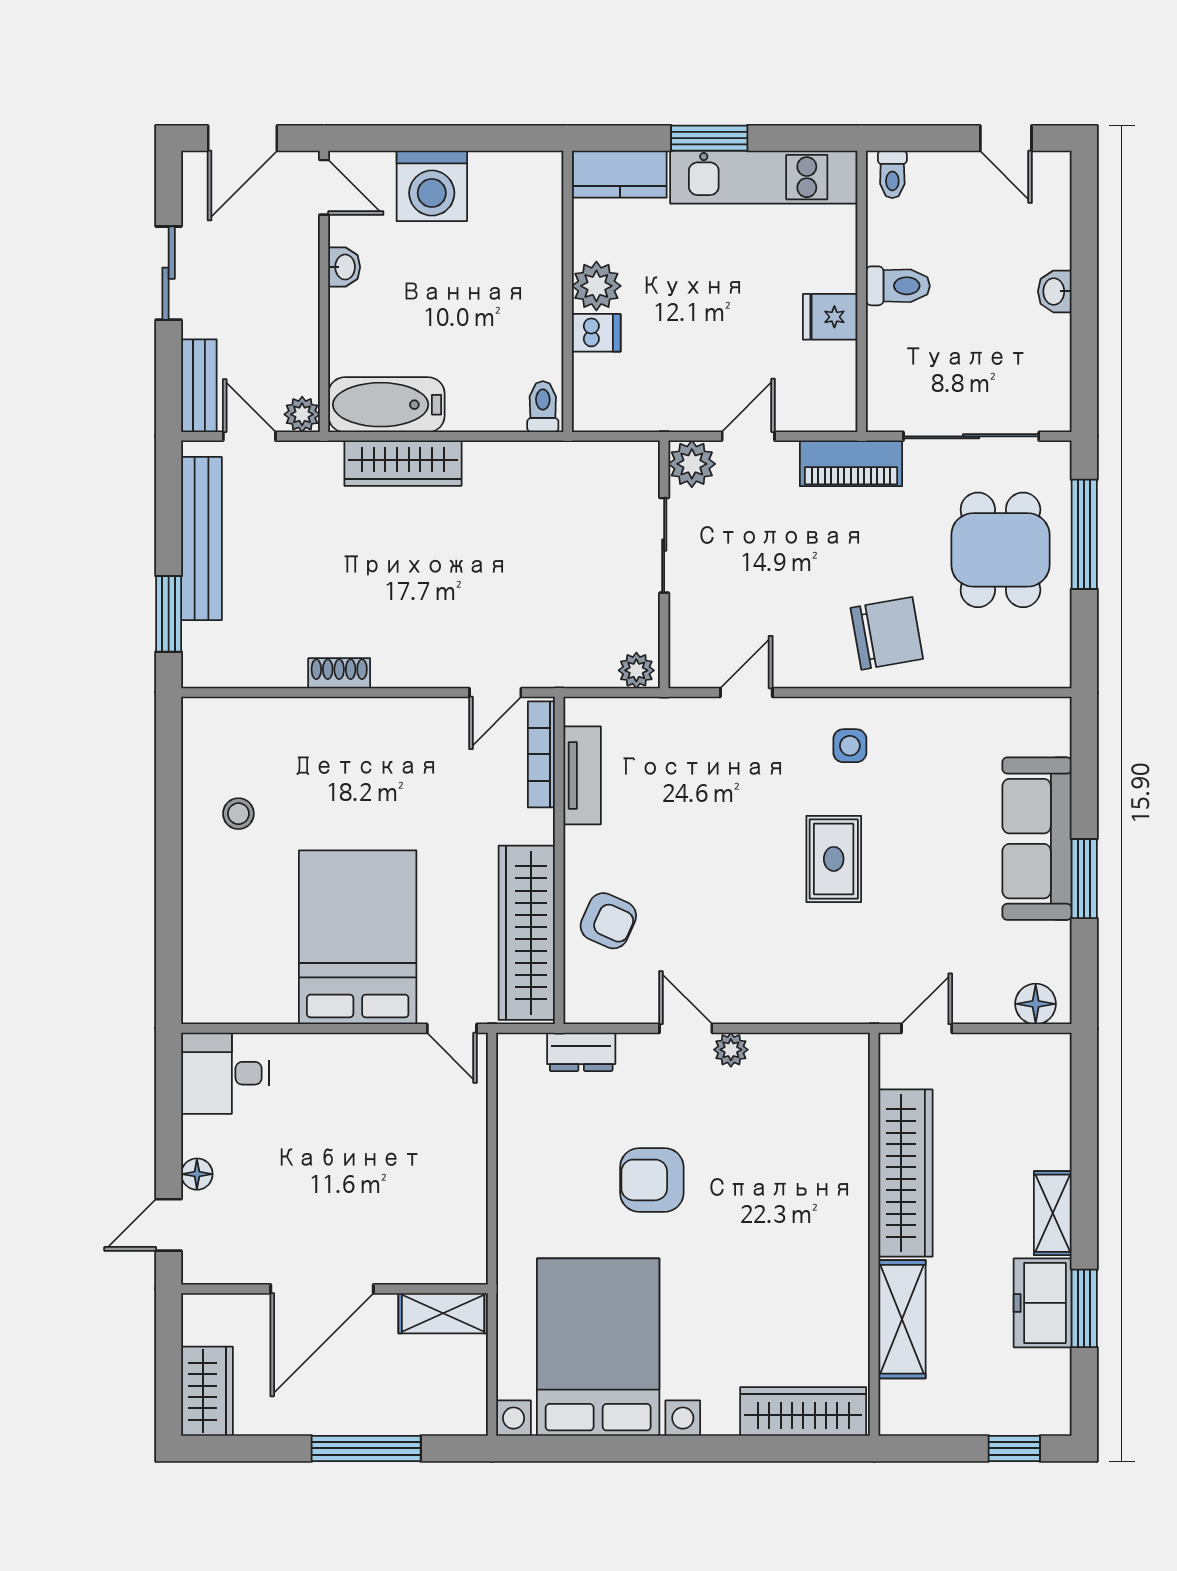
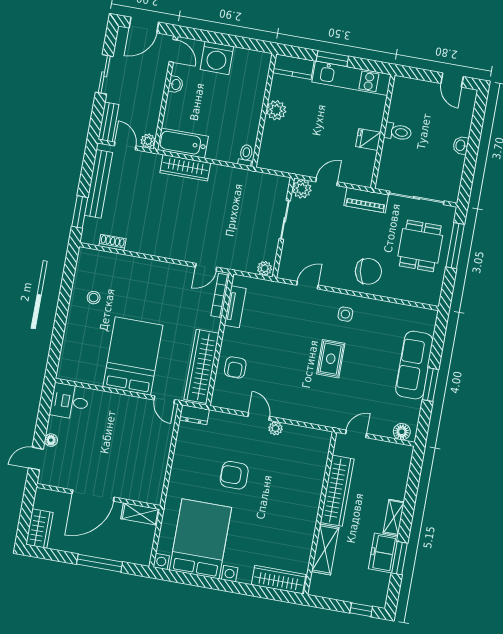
toilet: (892, 174) -> (404, 86), removed
dishwasher: (596, 333) -> (273, 129), removed
shoe rack: (339, 673) -> (112, 242), moved
armchair: (608, 921) -> (235, 367), turned 66
dresser: (581, 1052) -> (194, 415), moved

